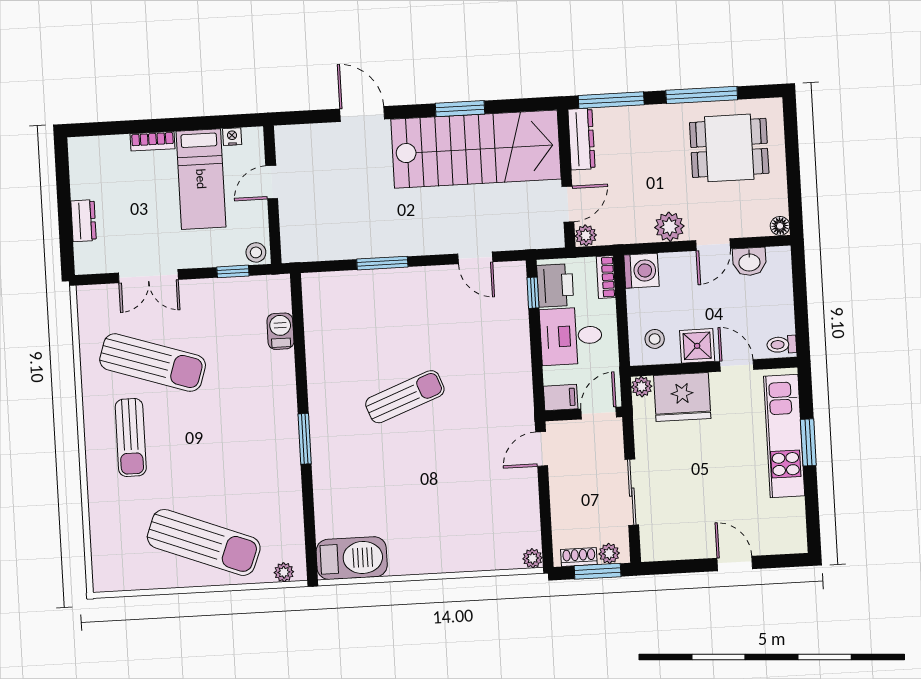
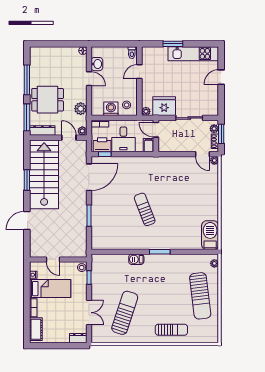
dining table: (729, 148) -> (48, 100), moved, turned 90
cot: (101, 150) -> (36, 329), added
dresser: (83, 221) -> (78, 338), moved
plant: (669, 227) -> (81, 109), moved
door: (475, 258) -> (89, 177), width x1.88
washing machine: (641, 271) -> (111, 109), moved
barbecue: (280, 331) -> (136, 259), moved
shower: (697, 346) -> (130, 88), removed
fridge: (682, 397) -> (164, 106), moved, turned -90
kitchen unit: (784, 436) -> (193, 54), moved
sun lounger: (131, 438) -> (171, 330), moved
door: (542, 449) -> (202, 154), moved
sun lounger: (204, 542) -> (200, 296), turned 152

